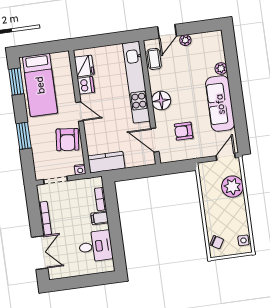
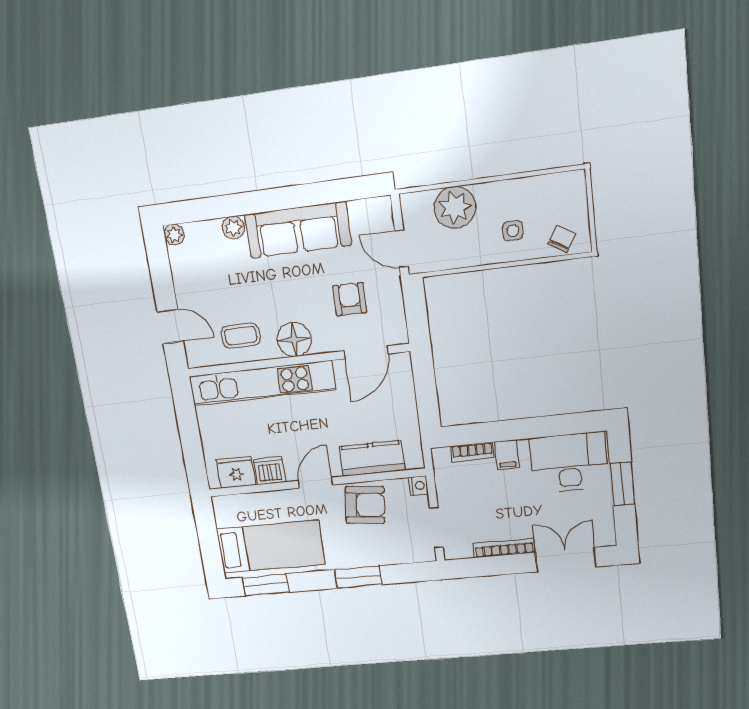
plant: (185, 40) -> (174, 235), moved
coffee table: (154, 59) -> (241, 336), moved
armchair: (184, 131) -> (350, 299), turned 180
door: (226, 157) -> (401, 249), moved
kitchen counter: (106, 162) -> (372, 458), moved, turned 90
side table: (243, 240) -> (513, 231), moved
desk: (95, 246) -> (569, 463), width x1.37
window: (85, 281) -> (622, 484), added

